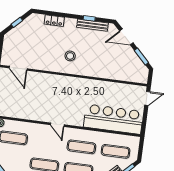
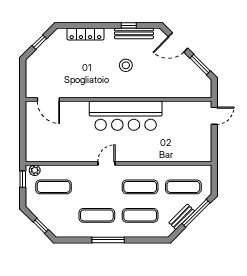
locker: (54, 21) -> (85, 34), width x1.53
stool: (70, 56) -> (126, 65), moved
bar counter: (113, 119) -> (126, 116), moved, turned 180
door: (57, 125) -> (106, 163), swing flipped

